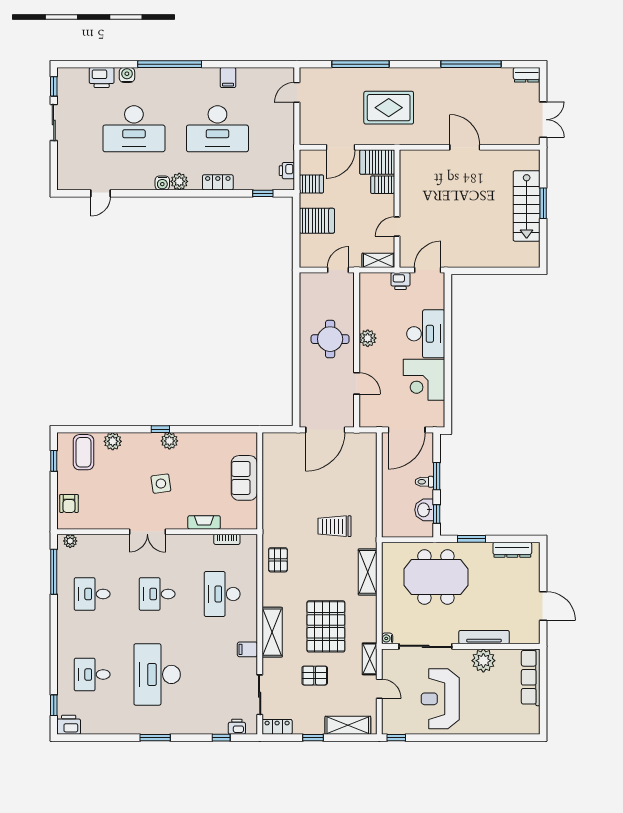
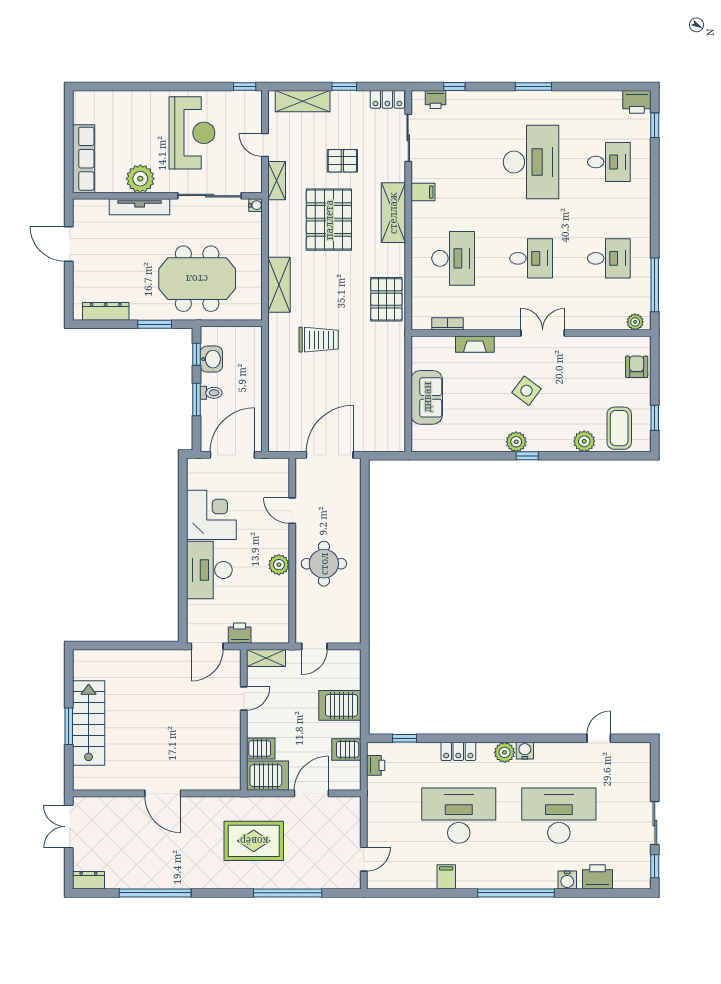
side table: (161, 484) -> (527, 391), turned 45
pallet: (278, 560) -> (386, 299), width x1.50, depth x1.42

